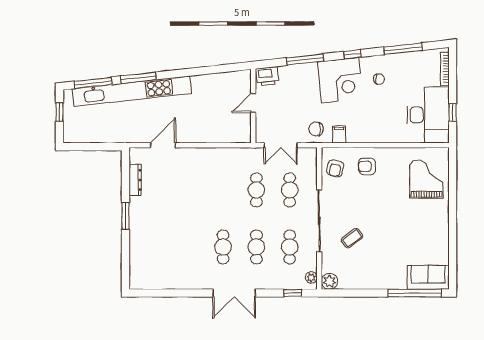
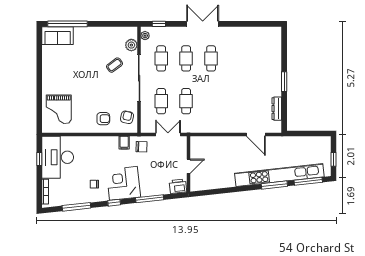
door: (163, 145) -> (256, 135), hinge flipped
plant: (329, 281) -> (131, 45), moved

